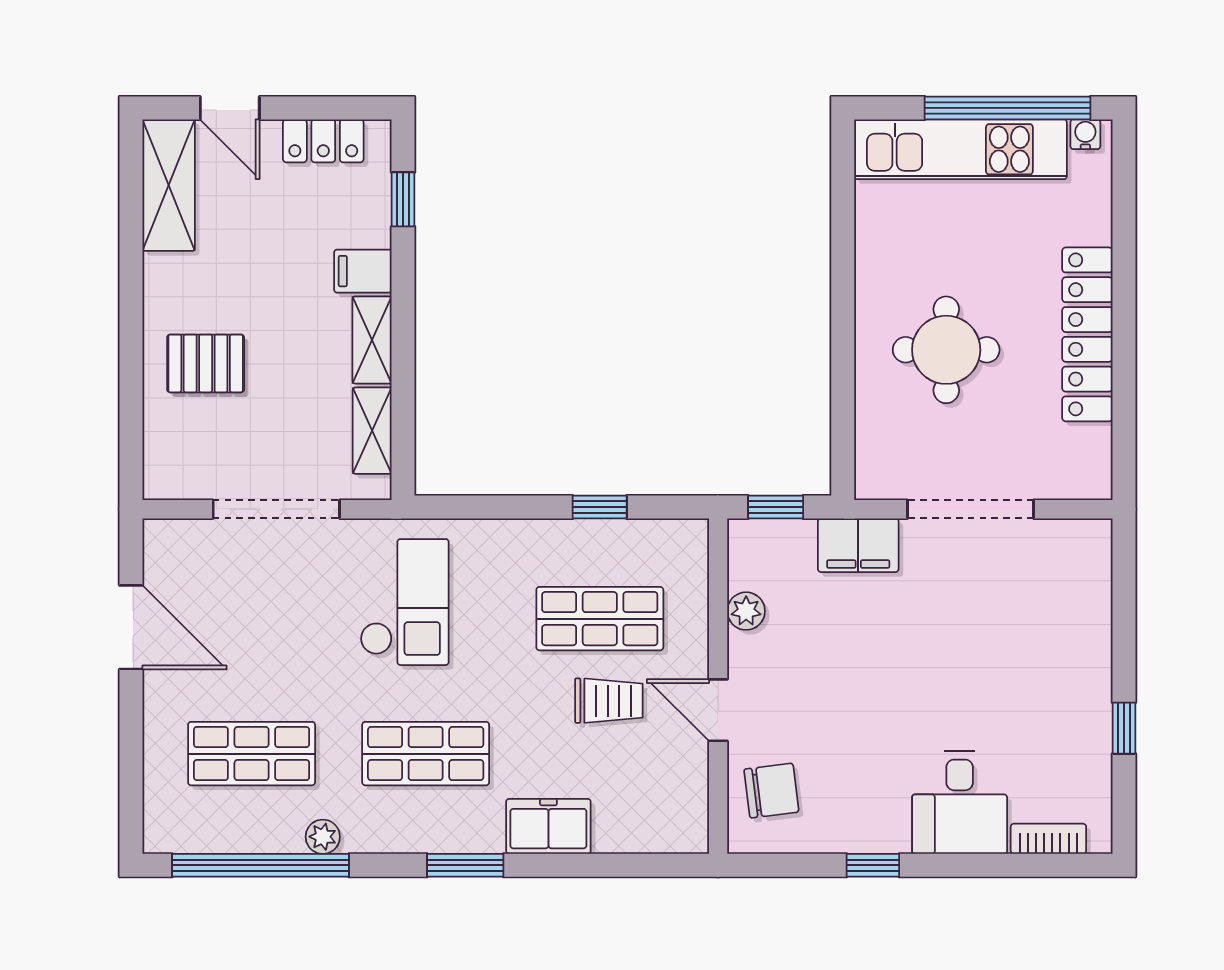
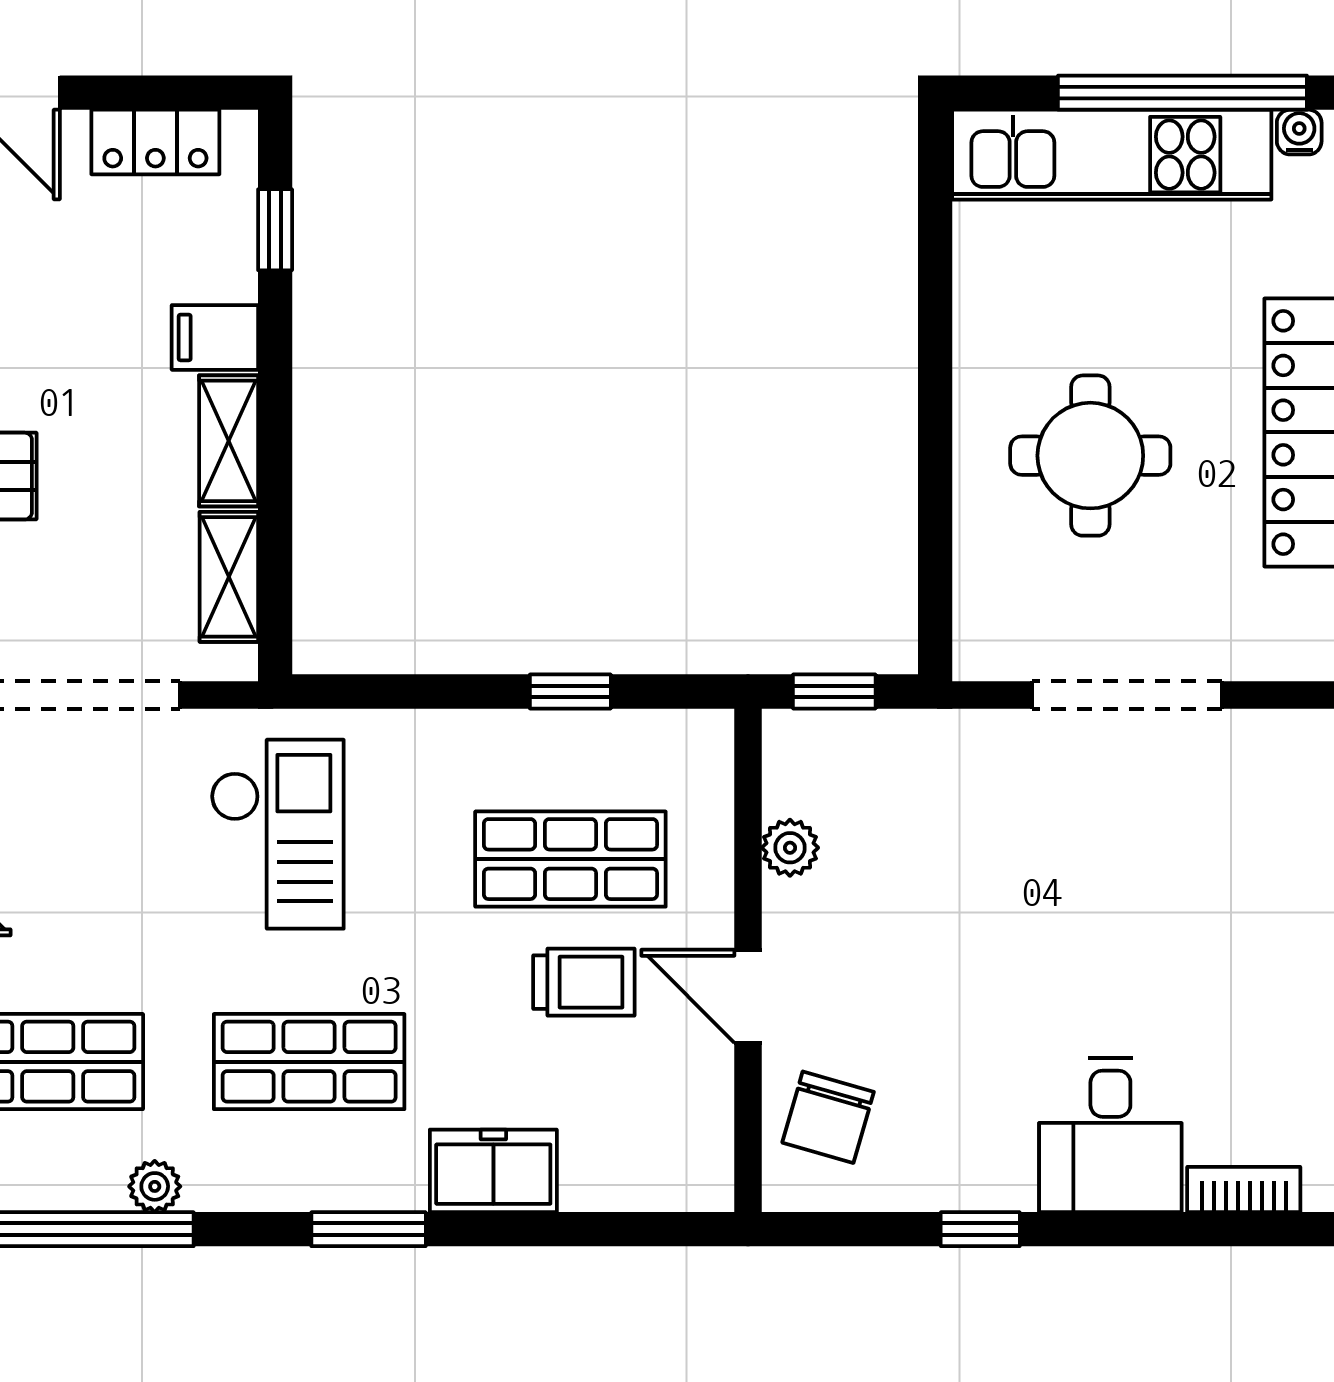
filing cabinet: (858, 545) -> (958, 749), removed
chair: (771, 791) -> (828, 1117), turned 113

